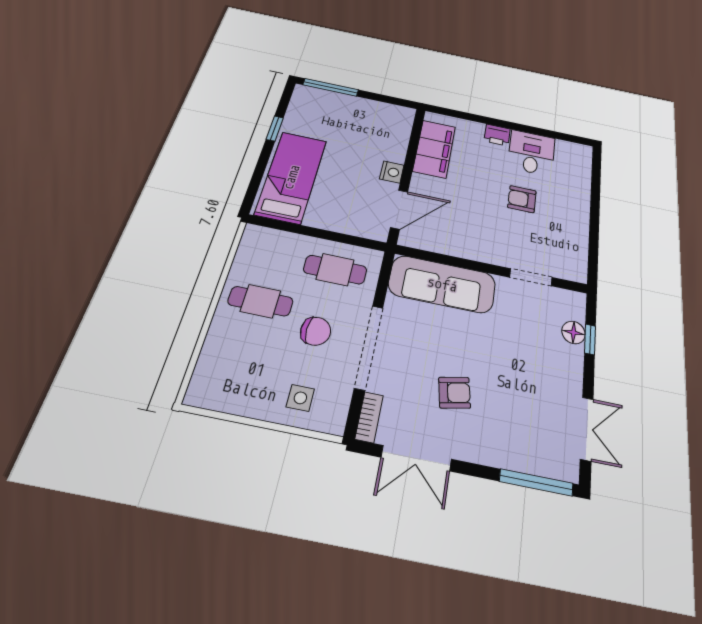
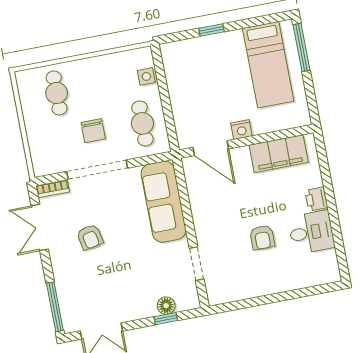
window: (275, 129) -> (212, 30), moved
bed: (291, 177) -> (268, 65), moved, turned 90
armchair: (522, 199) -> (262, 237), turned 180
cafe table: (260, 301) -> (57, 93), moved
side table: (300, 398) -> (146, 76), moved

